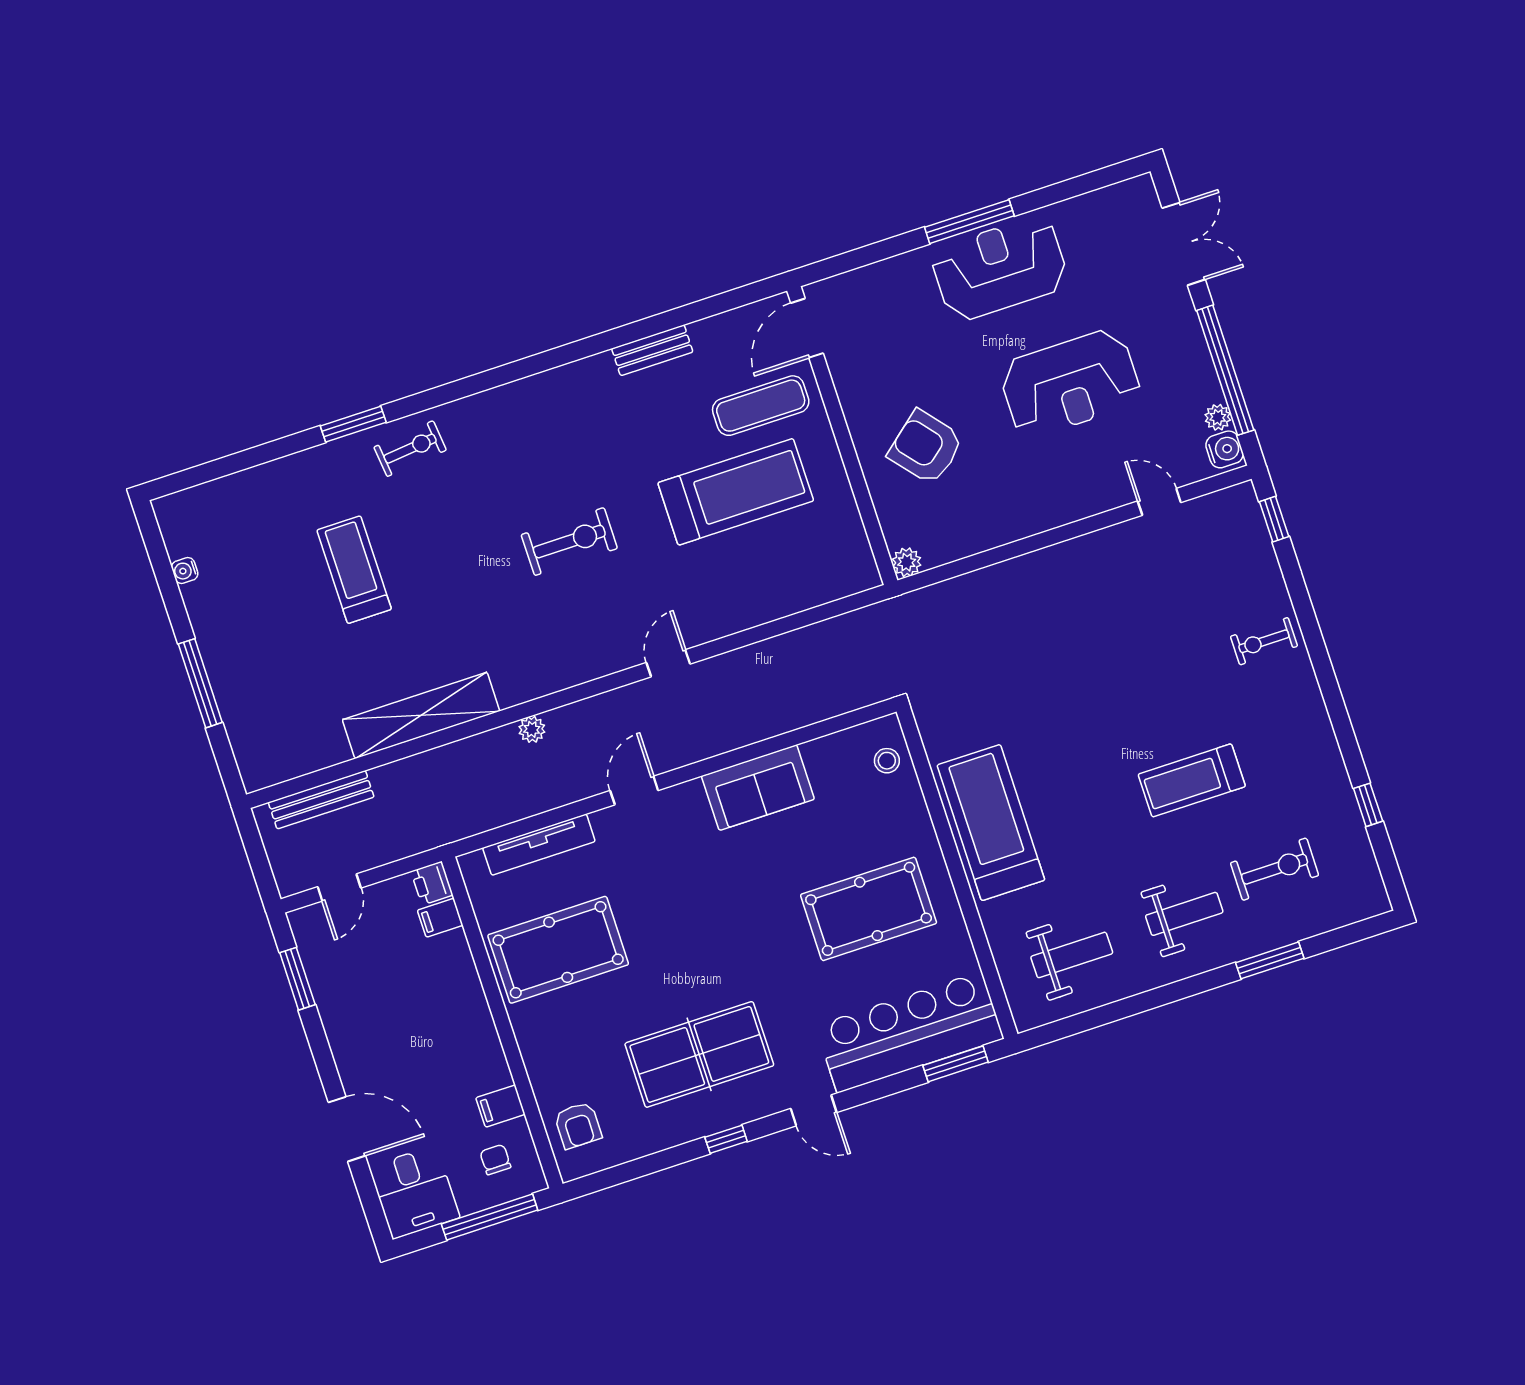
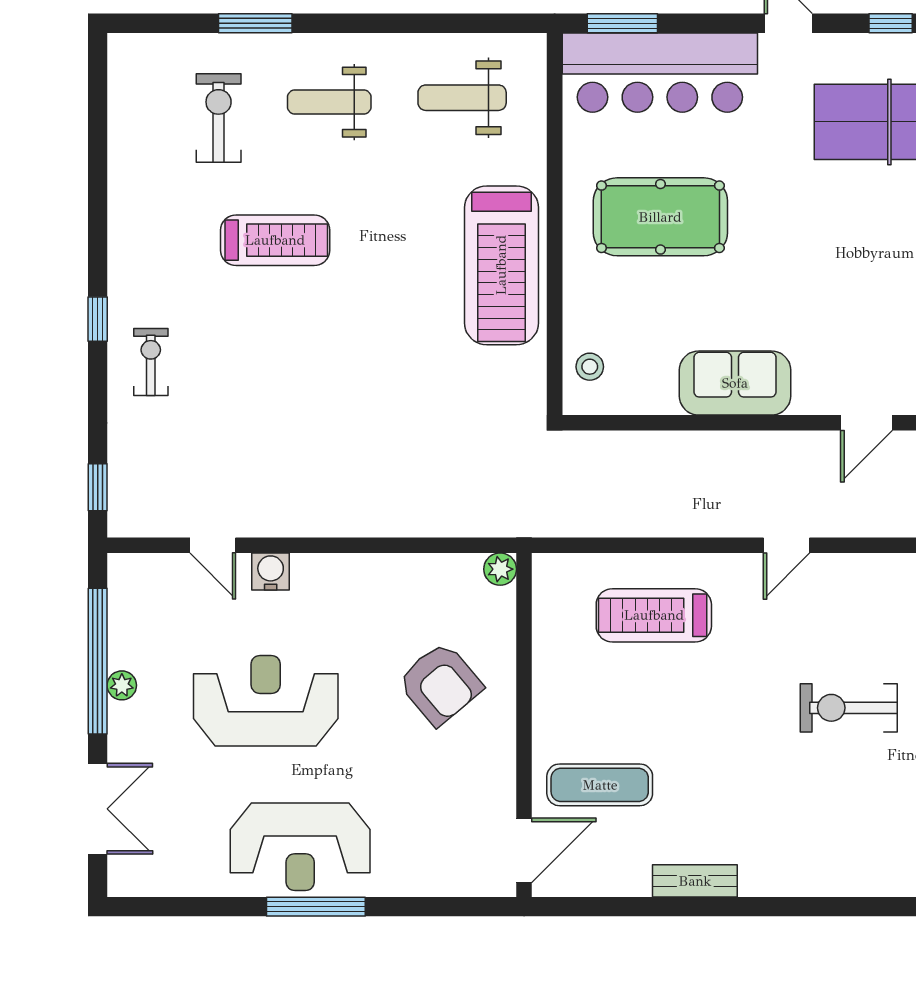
double door: (1184, 244) -> (98, 809), swing flipped
plant: (1218, 417) -> (122, 685), moved
water cooler: (1225, 449) -> (271, 571), moved, turned 90
treadmill: (736, 492) -> (654, 615), moved, width x0.73, depth x0.73
exercise bike: (1264, 641) -> (151, 362), turned -90
window: (1368, 805) -> (98, 319), moved
exercise bike: (1275, 869) -> (219, 118), turned 90

